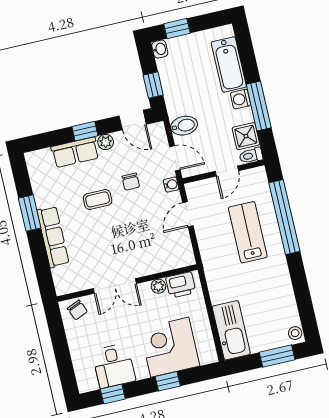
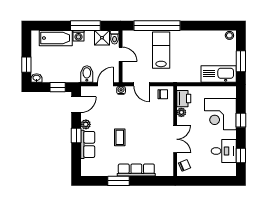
chair: (131, 182) -> (163, 94), moved
lab bench: (248, 232) -> (161, 50), turned 90
window: (277, 356) -> (241, 61), moved

